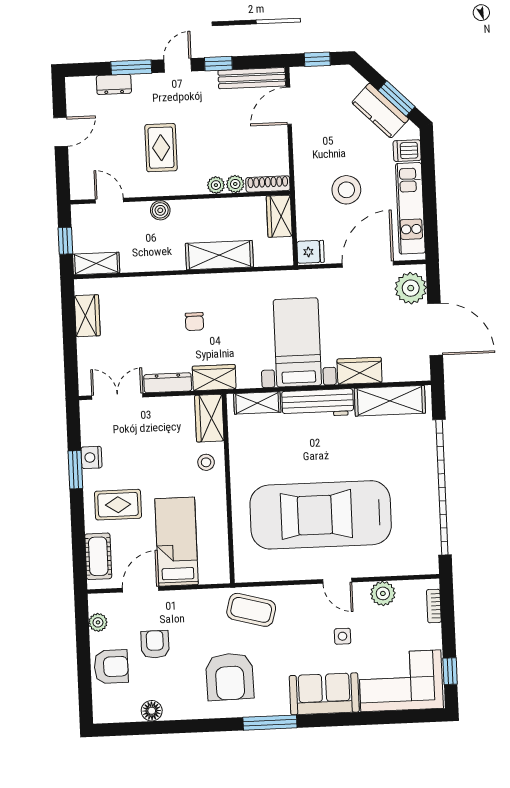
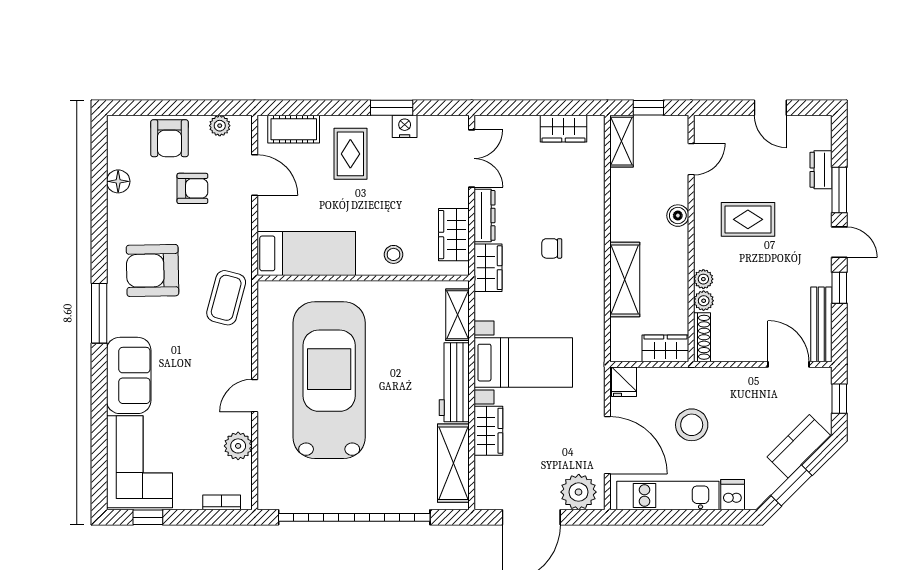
kitchen counter: (380, 111) -> (799, 446), moved
wardrobe: (209, 418) -> (454, 235), moved, turned -90
bed: (177, 542) -> (306, 253), moved
side table: (343, 636) -> (192, 399), removed

